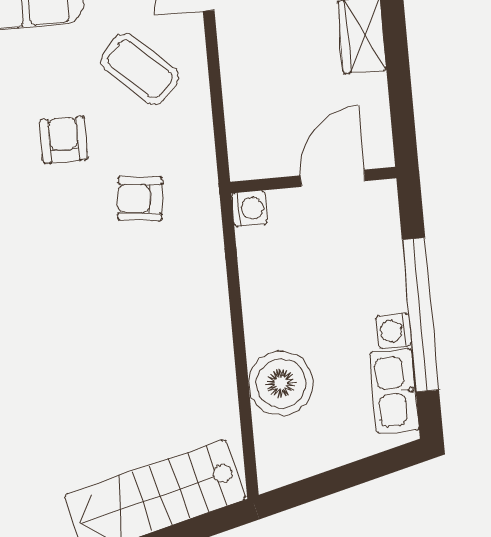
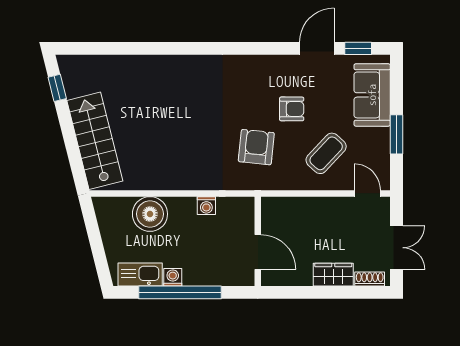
armchair: (140, 199) -> (256, 147), width x1.38, depth x1.38
washing machine: (249, 209) -> (206, 206), moved

